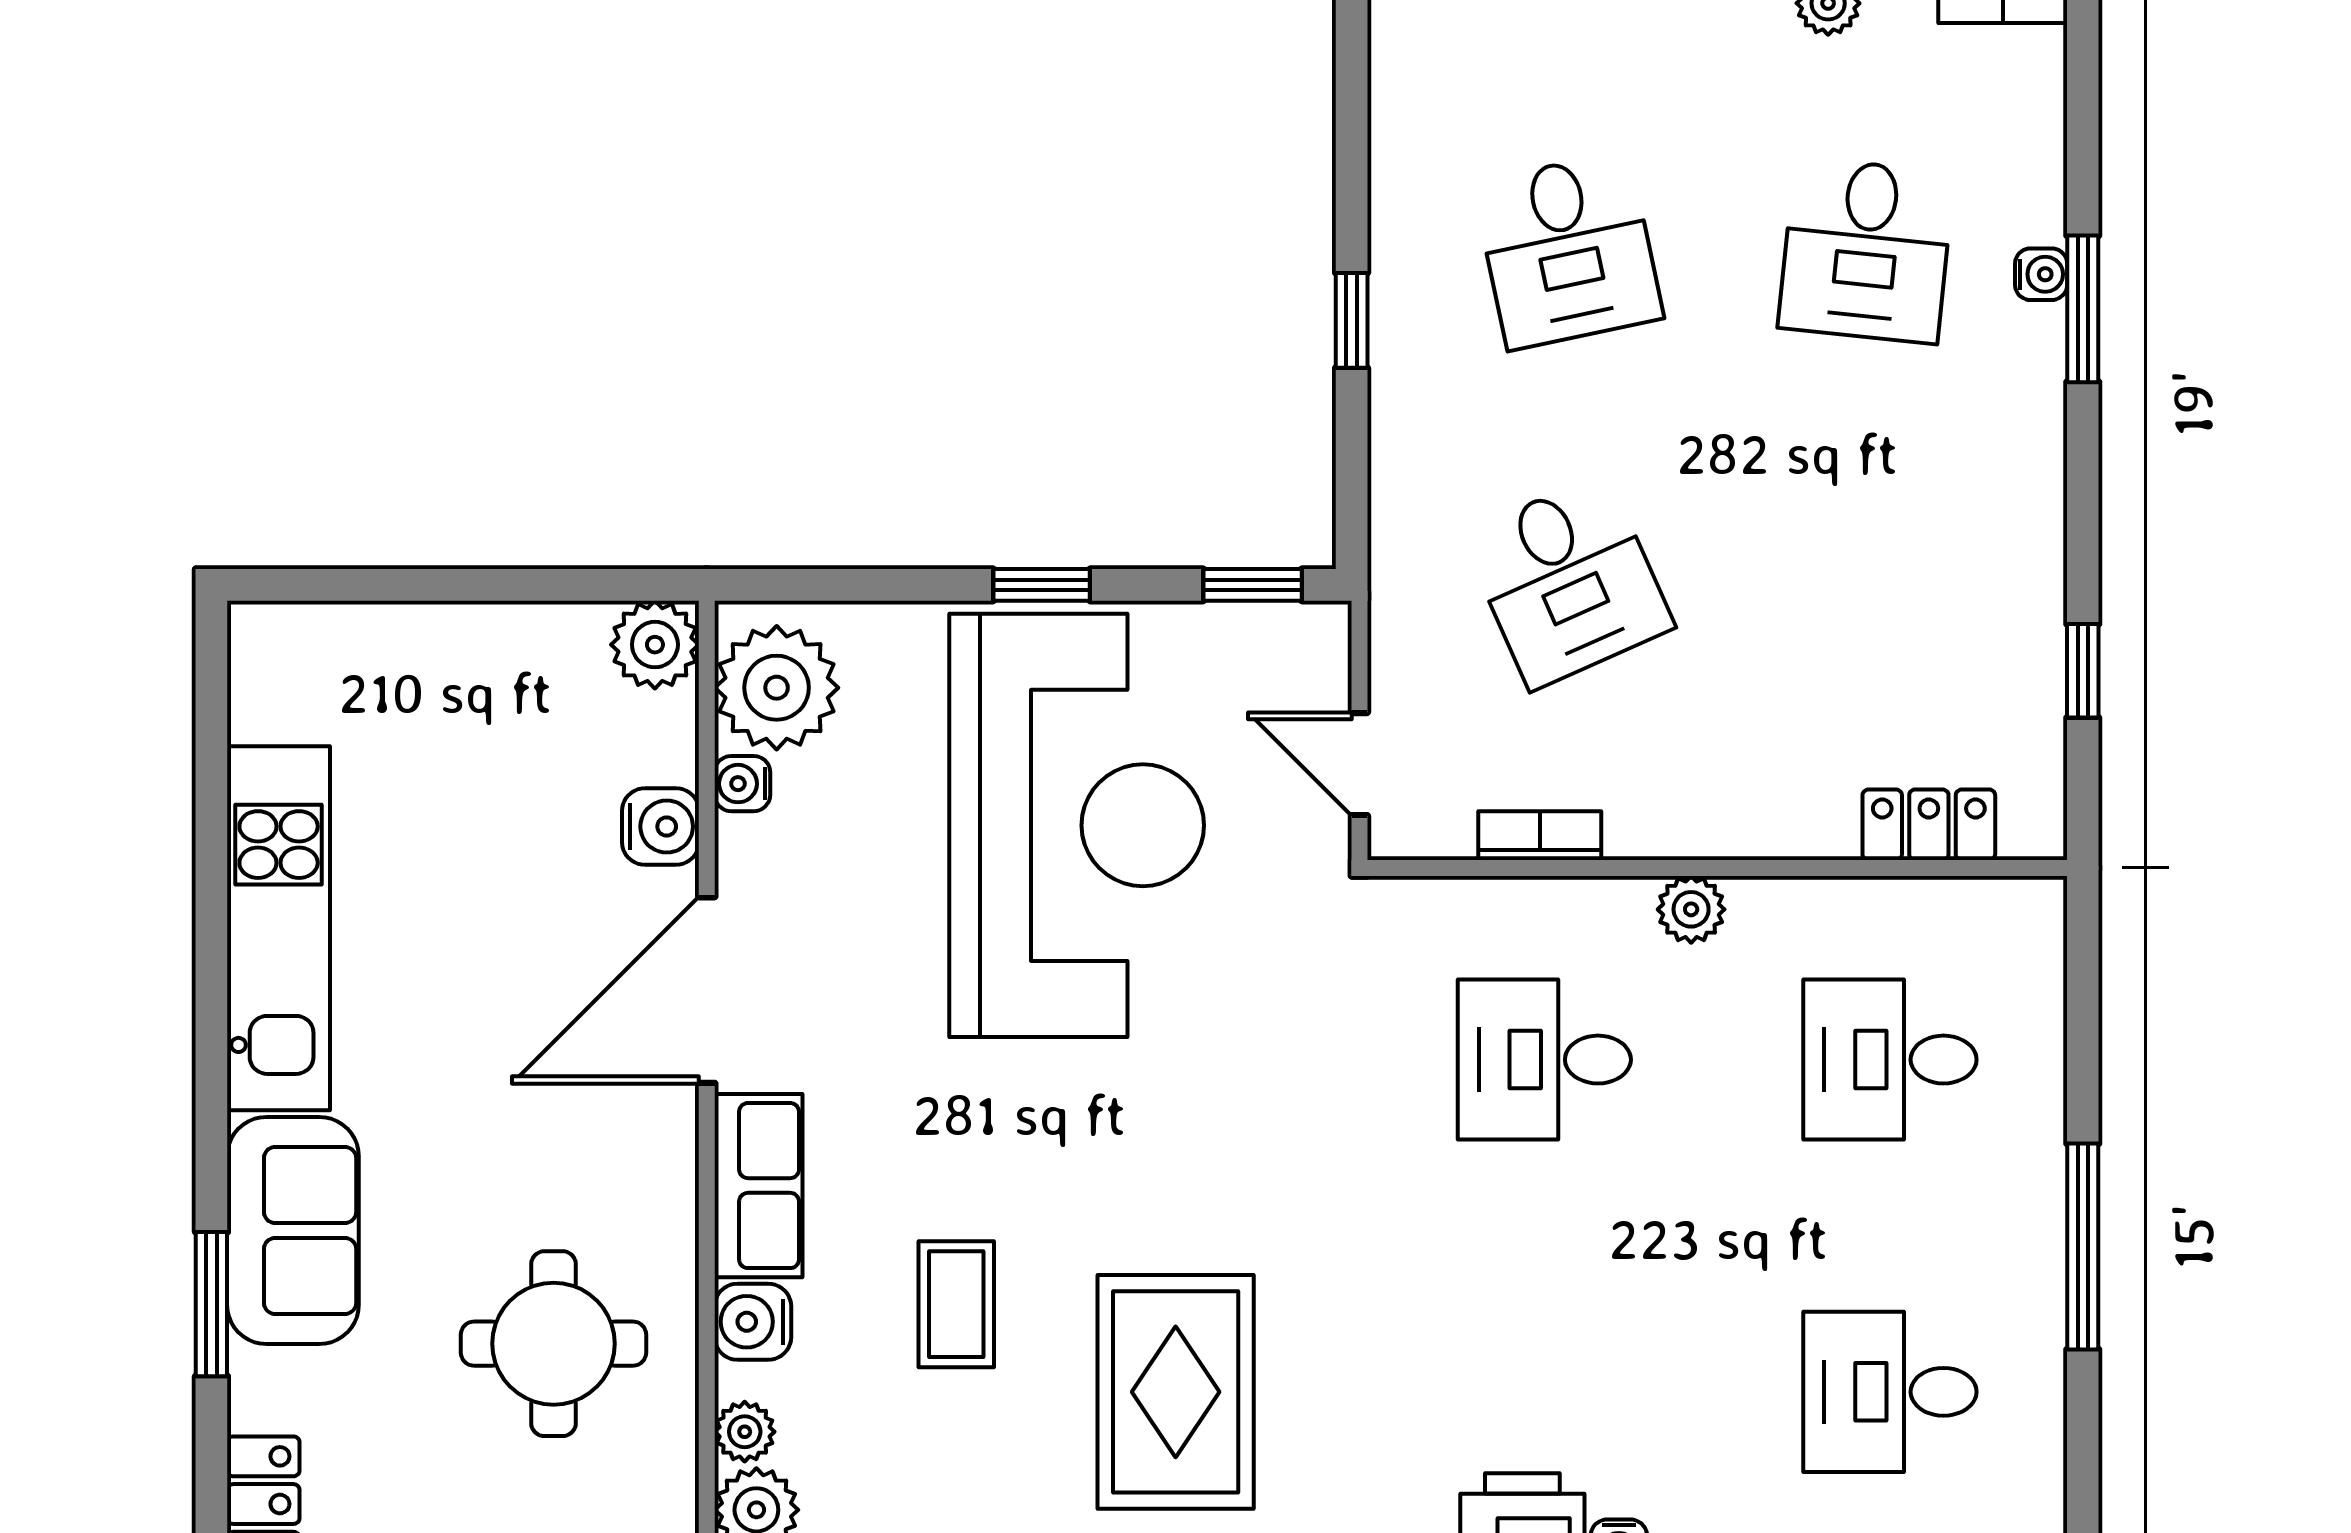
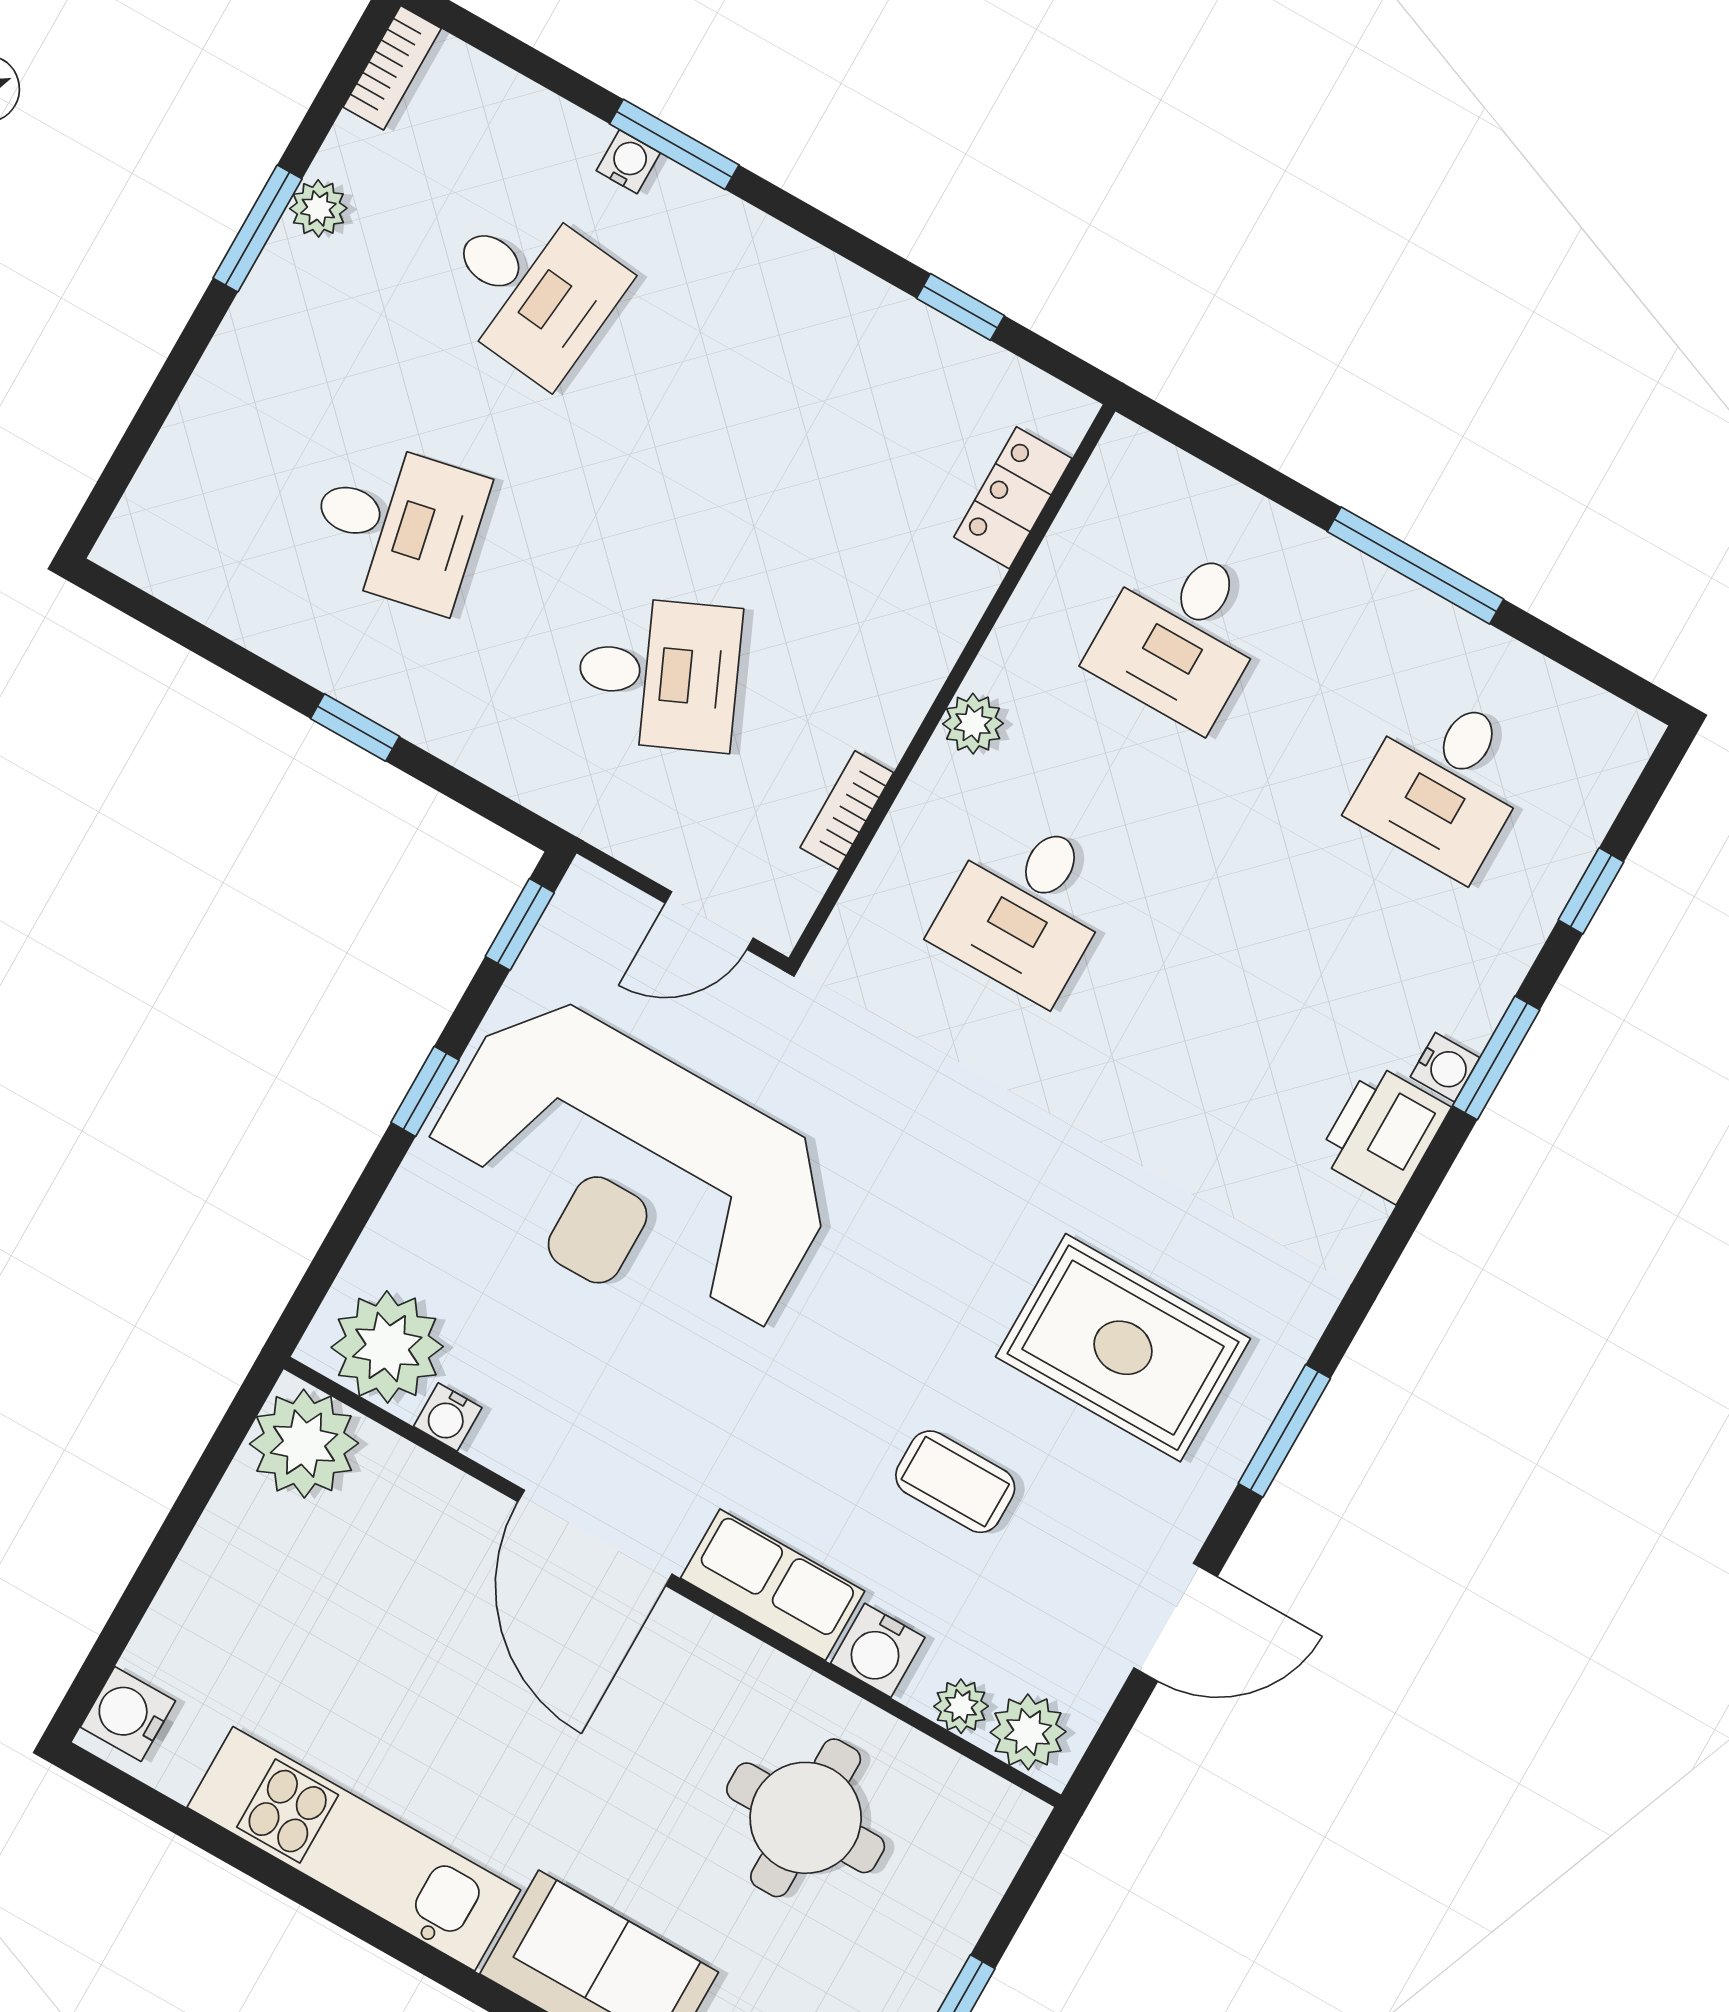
plant: (655, 645) -> (304, 1444), width x1.36, depth x1.36
reception desk: (1077, 825) -> (631, 1172), turned 180
water cooler: (660, 827) -> (128, 1714), moved, turned -90

